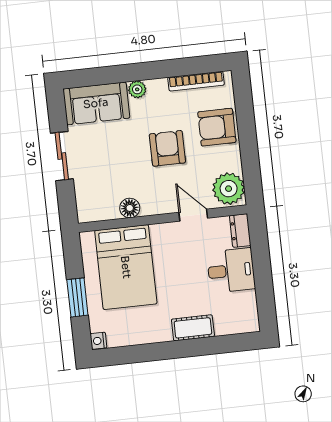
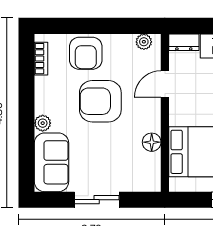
bookcase: (196, 81) -> (41, 59), width x0.64
armchair: (167, 148) -> (100, 101), width x1.36, depth x1.36
plant: (229, 189) -> (144, 42), width x0.53, depth x0.53

